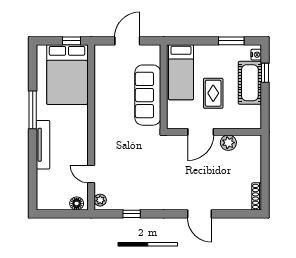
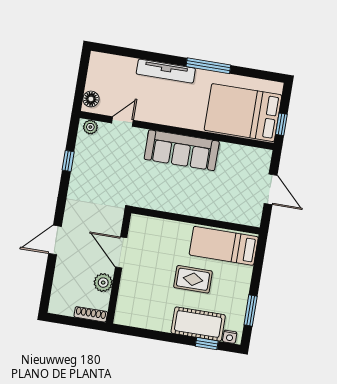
sofa: (148, 95) -> (182, 150), moved, turned 180
door: (201, 132) -> (121, 252), moved
wall: (214, 132) -> (119, 268), moved
plant: (228, 143) -> (103, 283), moved
shoe rack: (257, 196) -> (91, 314), moved

